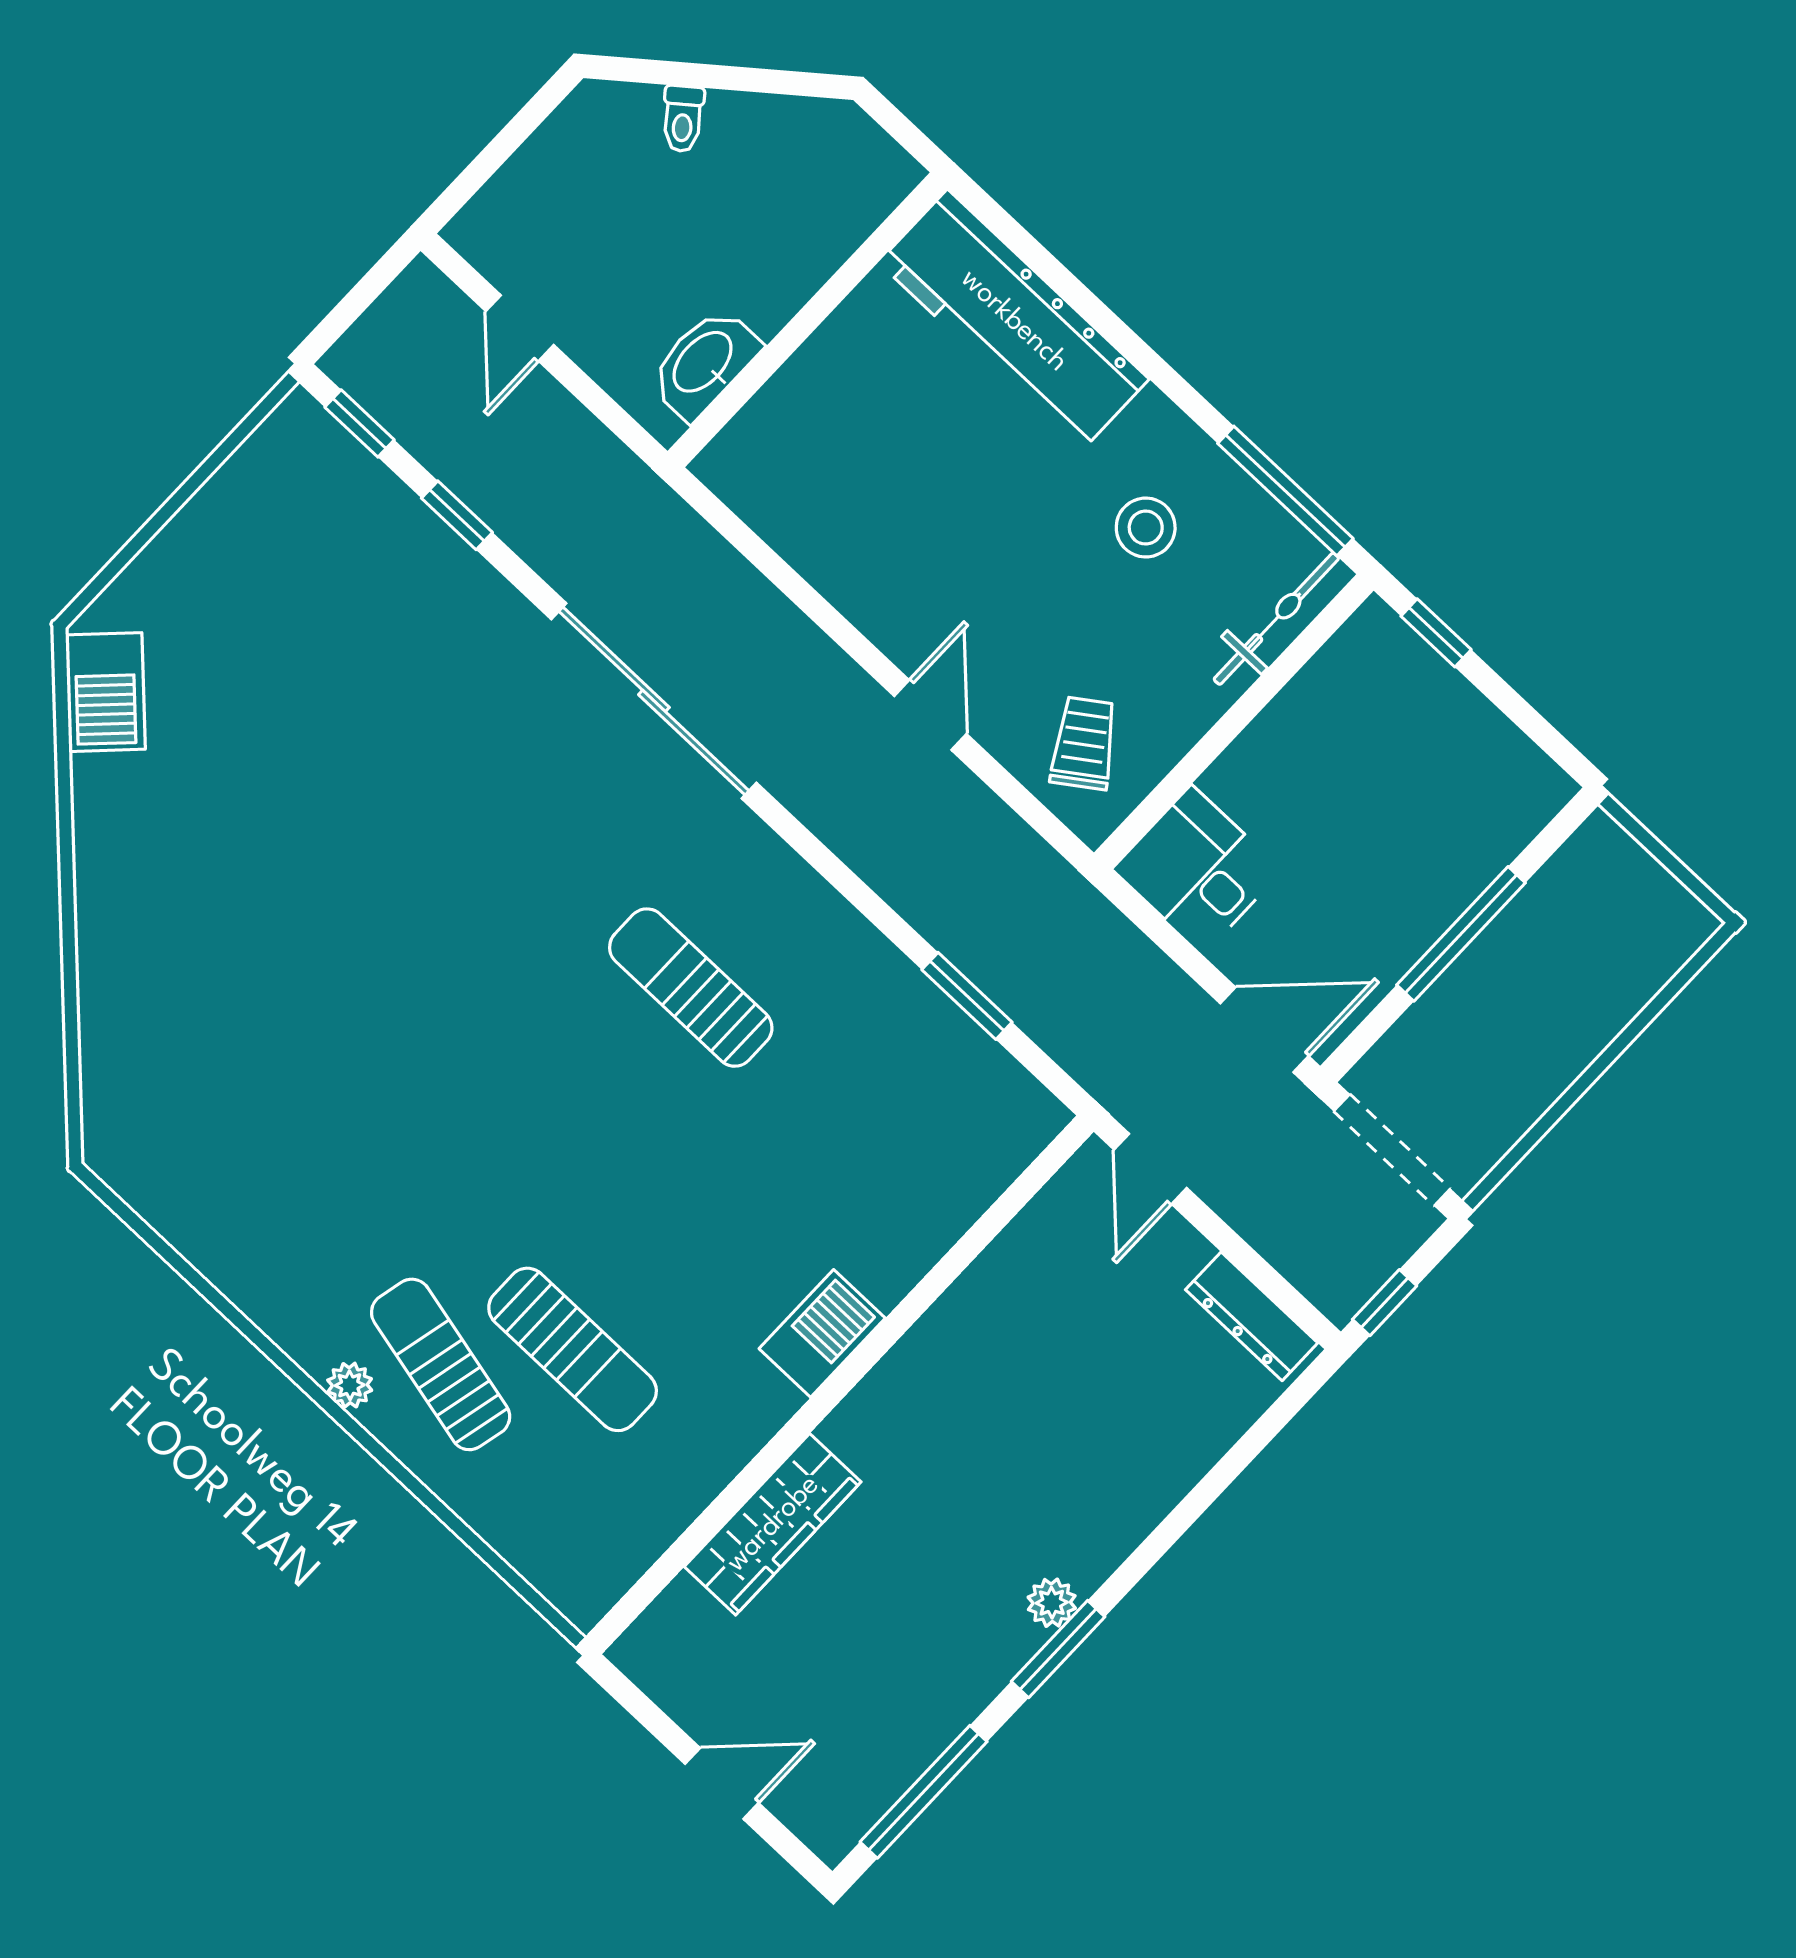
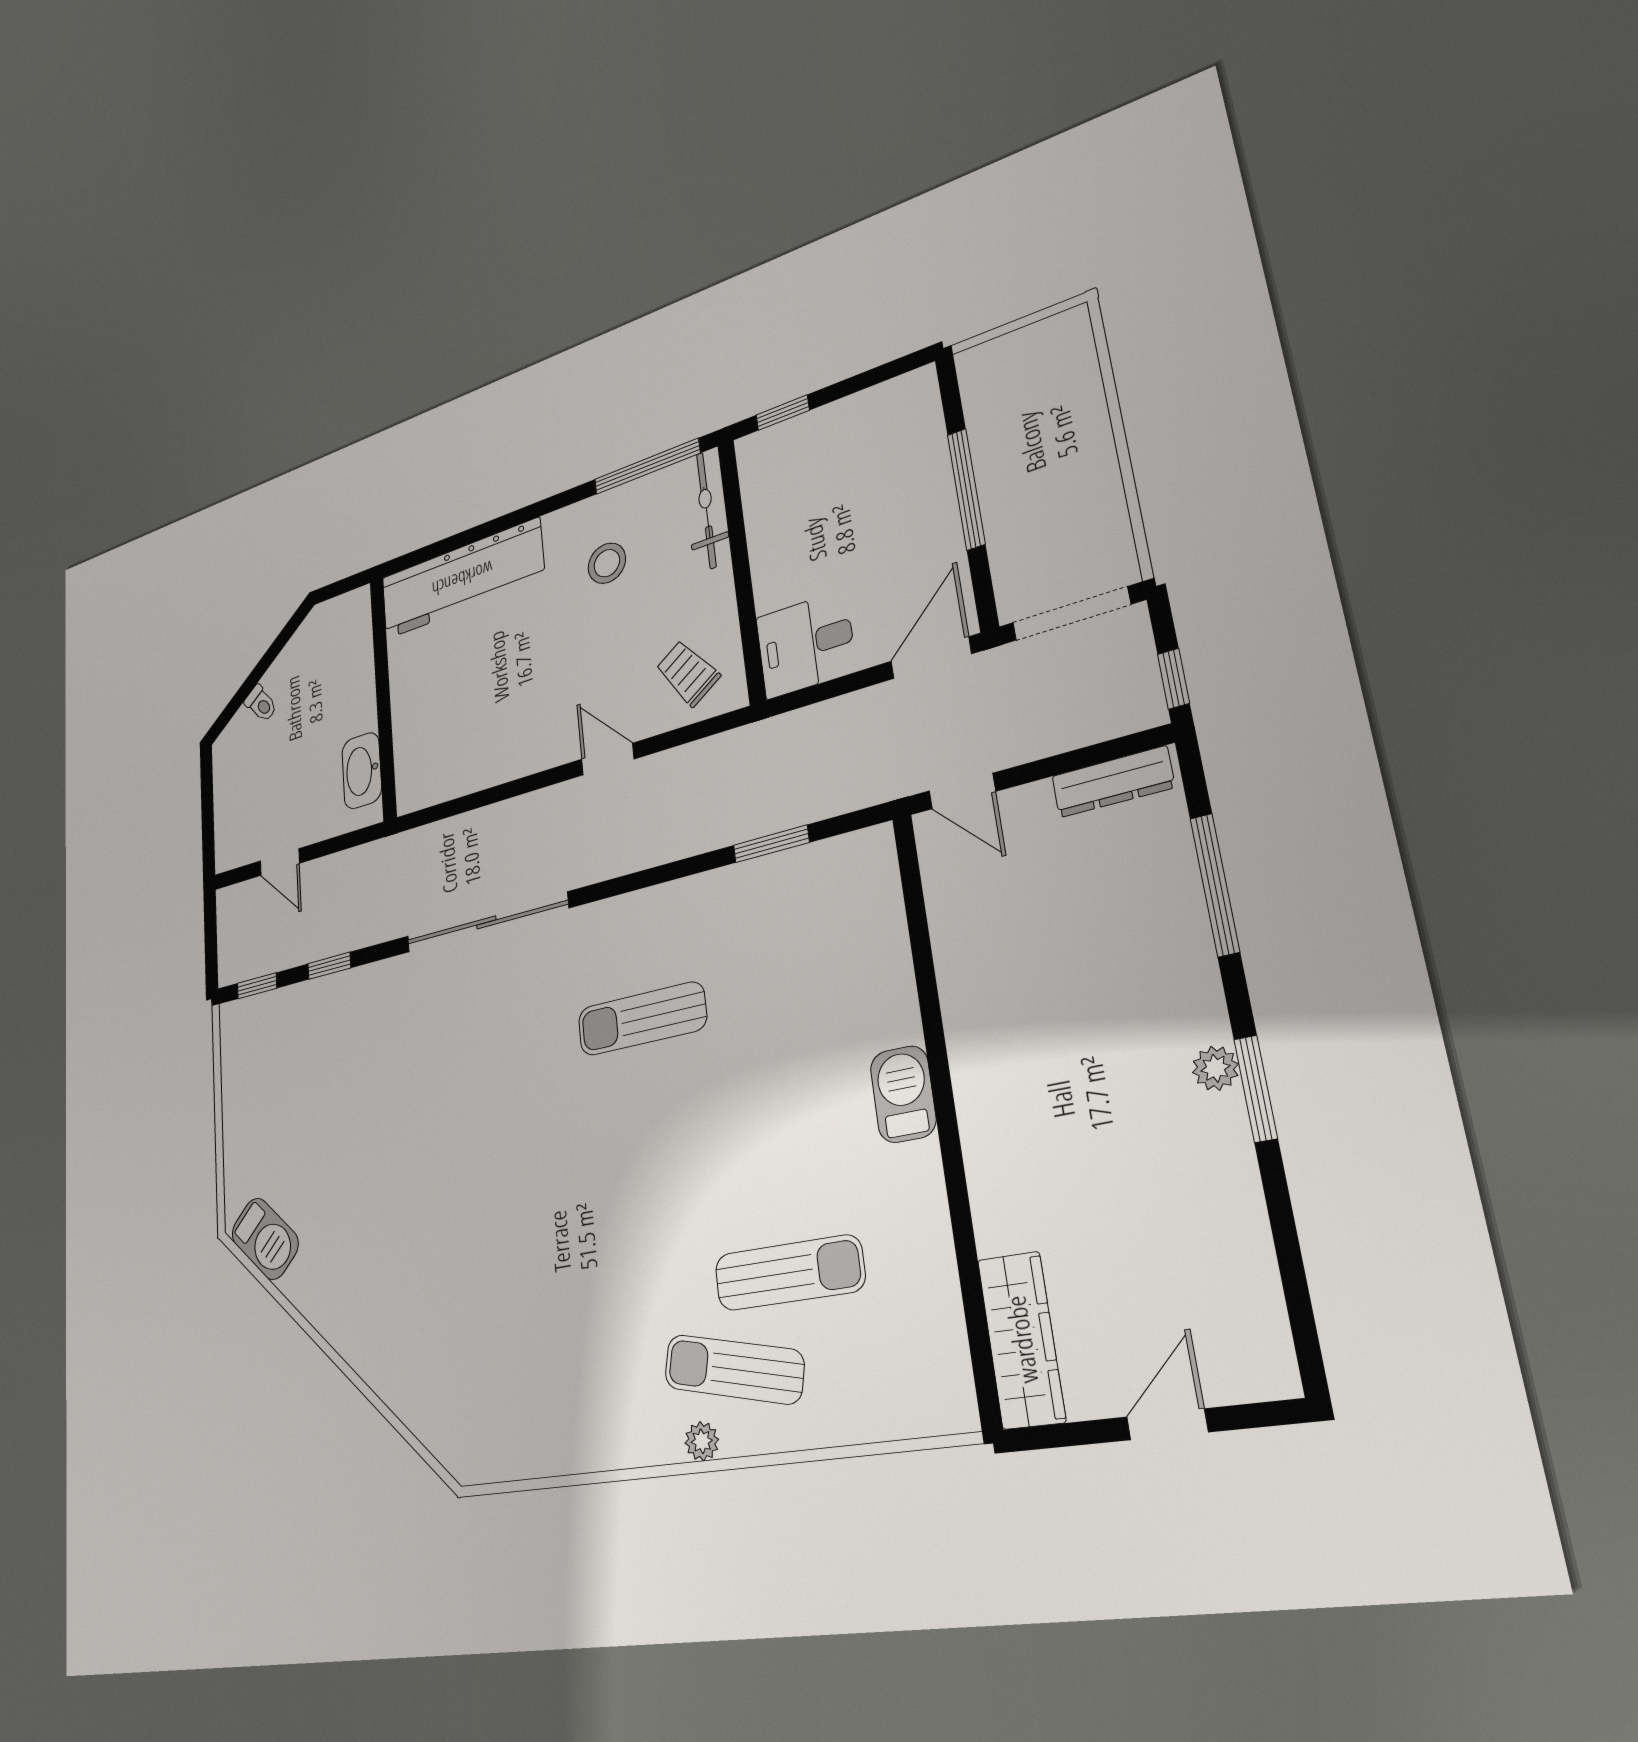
wardrobe: (773, 1524) -> (1021, 1340), moved
window: (924, 1792) -> (1215, 885), moved

